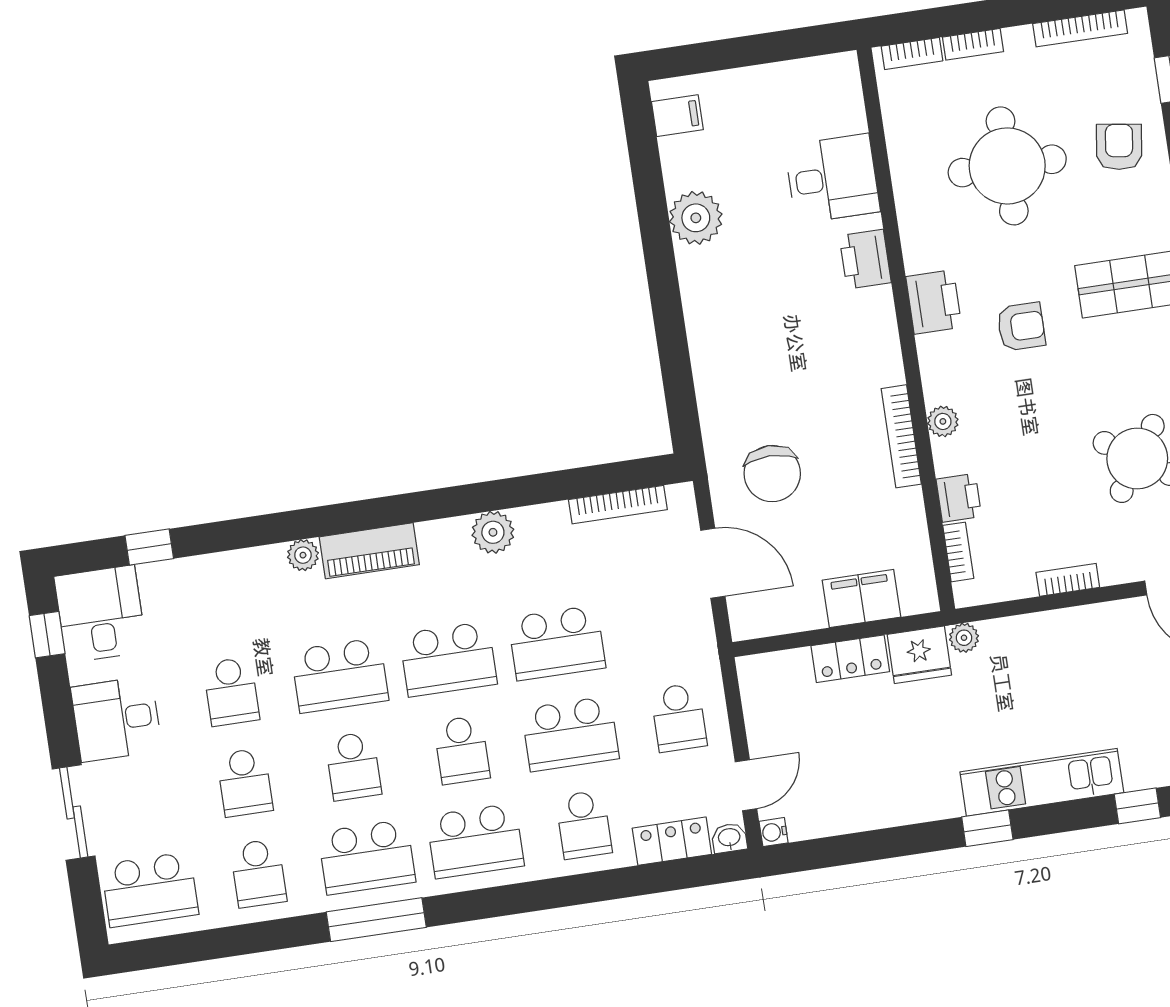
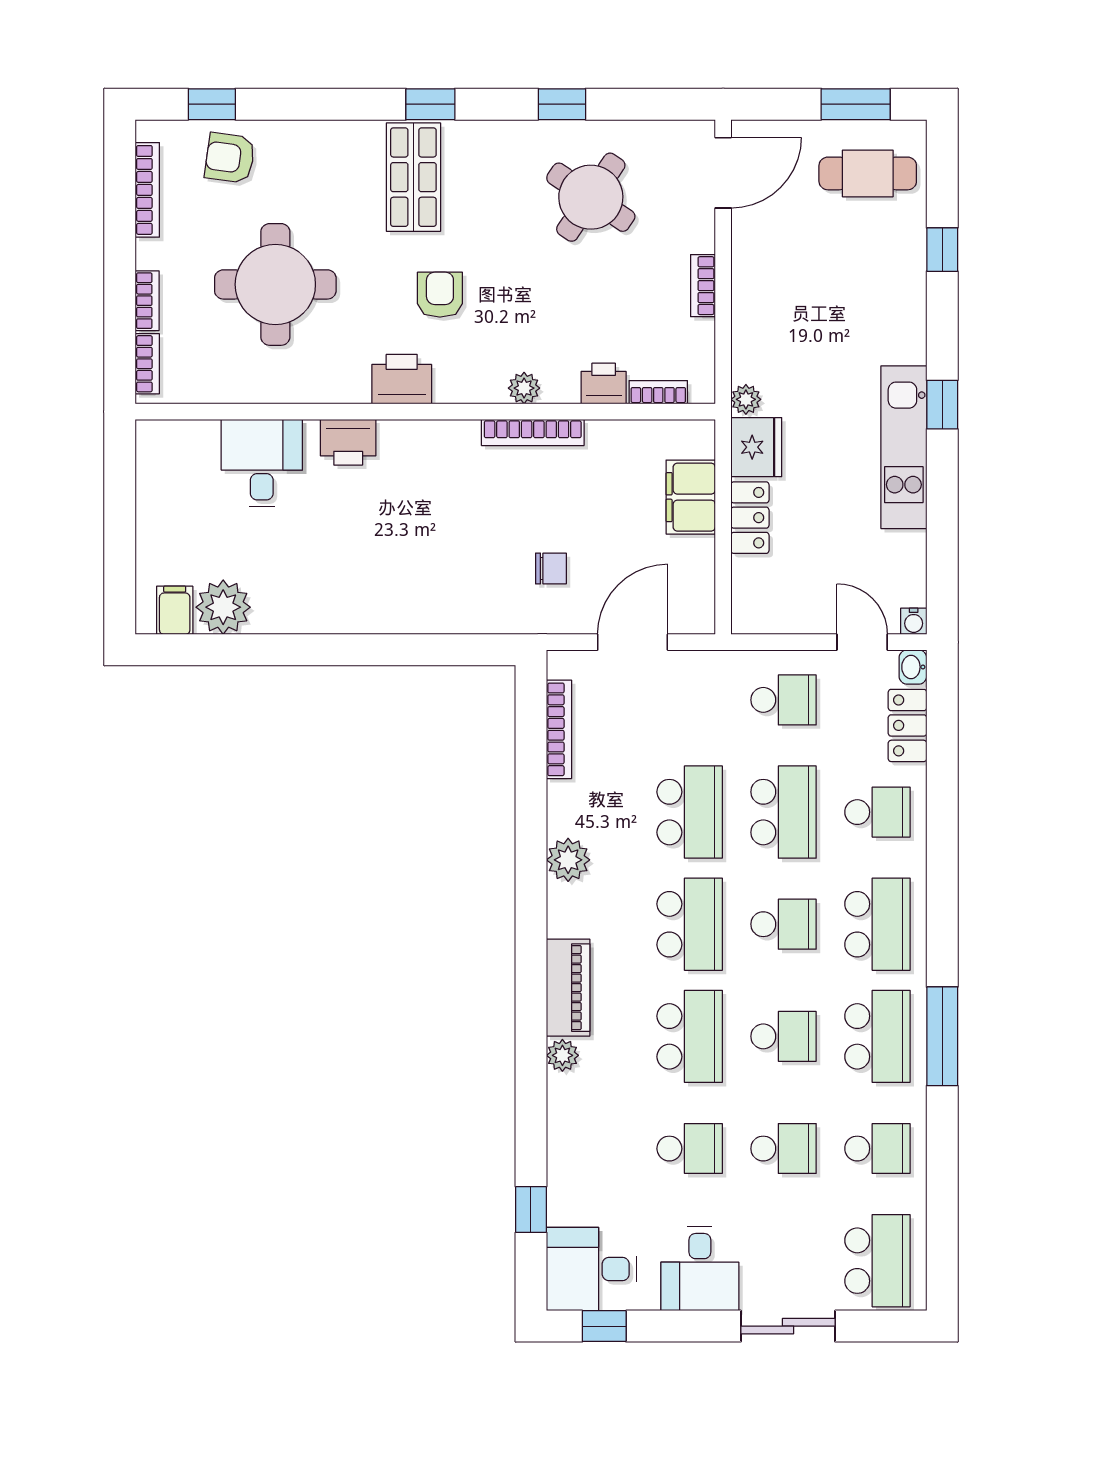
armchair: (1119, 147) -> (230, 158), moved
plant: (696, 218) -> (223, 607), moved
chair: (772, 474) -> (551, 568), width x0.54, depth x0.54
kitchen unit: (1042, 782) -> (904, 447), moved

